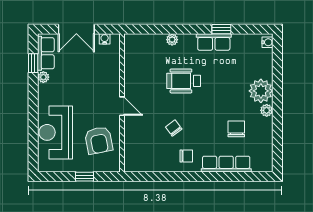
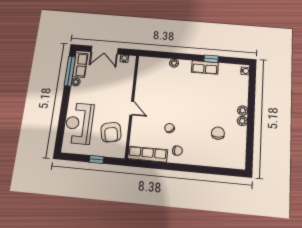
window: (33, 63) -> (70, 71), width x2.17
wheelchair: (184, 81) -> (180, 94), removed
plant: (261, 91) -> (243, 111), width x0.53, depth x0.53
row of seats: (226, 164) -> (148, 154), moved

